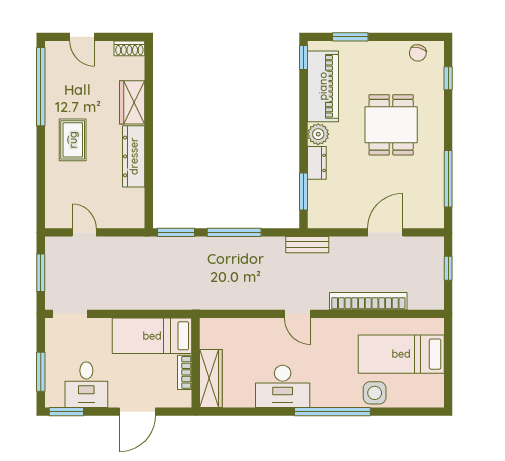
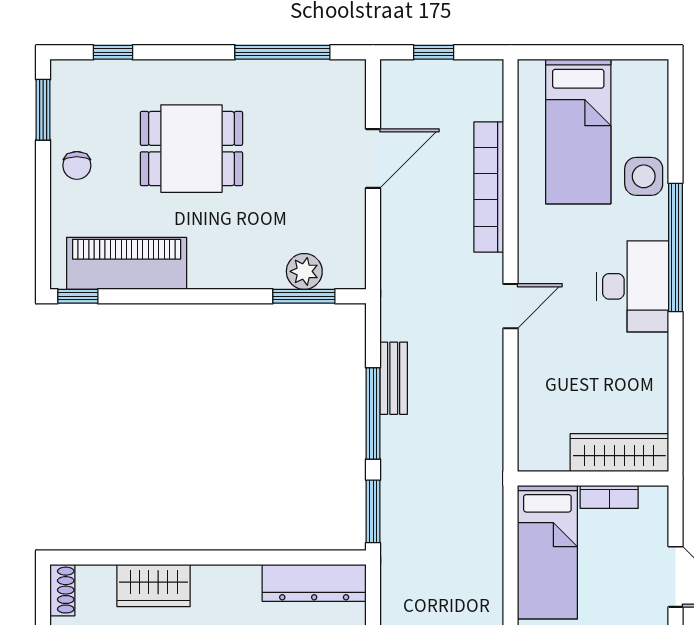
window: (350, 37) -> (43, 110), moved
chair: (418, 53) -> (77, 165), moved, turned 75
plant: (318, 134) -> (304, 271), moved
dresser: (134, 156) -> (314, 583), moved
dresser: (317, 163) -> (256, 274), removed
door: (385, 232) -> (373, 158), swing flipped
bench: (307, 245) -> (394, 378), moved
desk: (283, 386) -> (633, 286), moved

